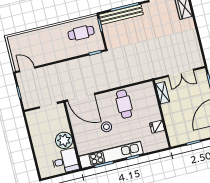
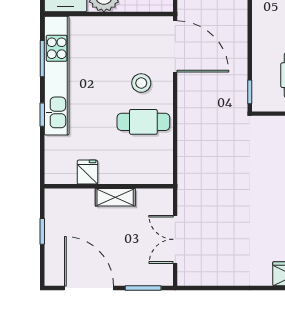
shelving: (163, 93) -> (115, 197), moved
door: (81, 97) -> (175, 46), swing flipped
stool: (106, 127) -> (141, 83), moved

